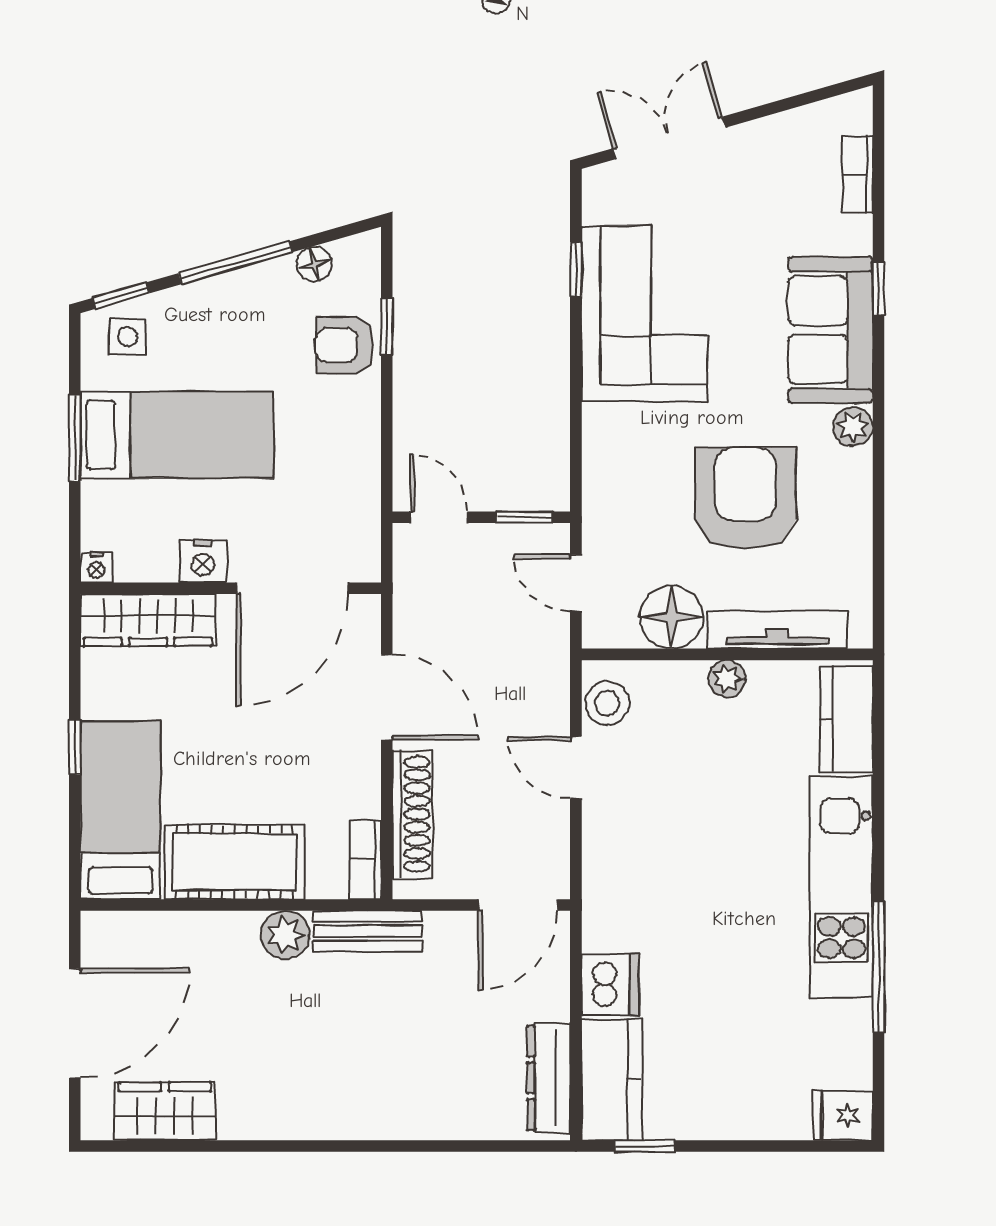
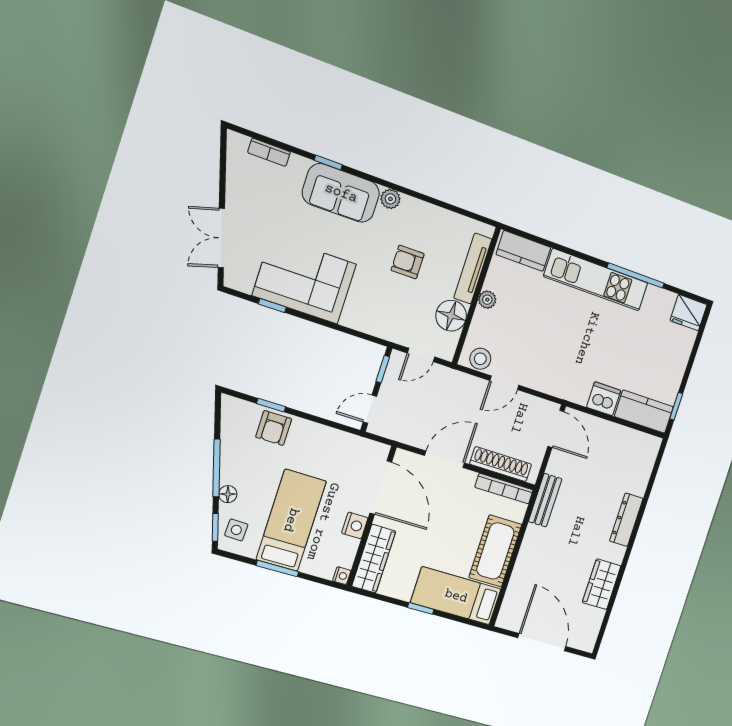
floor lamp: (314, 264) -> (228, 494), moved
armchair: (745, 498) -> (408, 262), width x0.53, depth x0.53
bookcase: (365, 860) -> (504, 489), width x1.56
plant: (285, 935) -> (535, 538), removed
dresser: (549, 1078) -> (626, 520), moved, turned 90
wardrobe: (165, 1111) -> (602, 584), moved
fridge: (843, 1115) -> (688, 313), width x1.38

